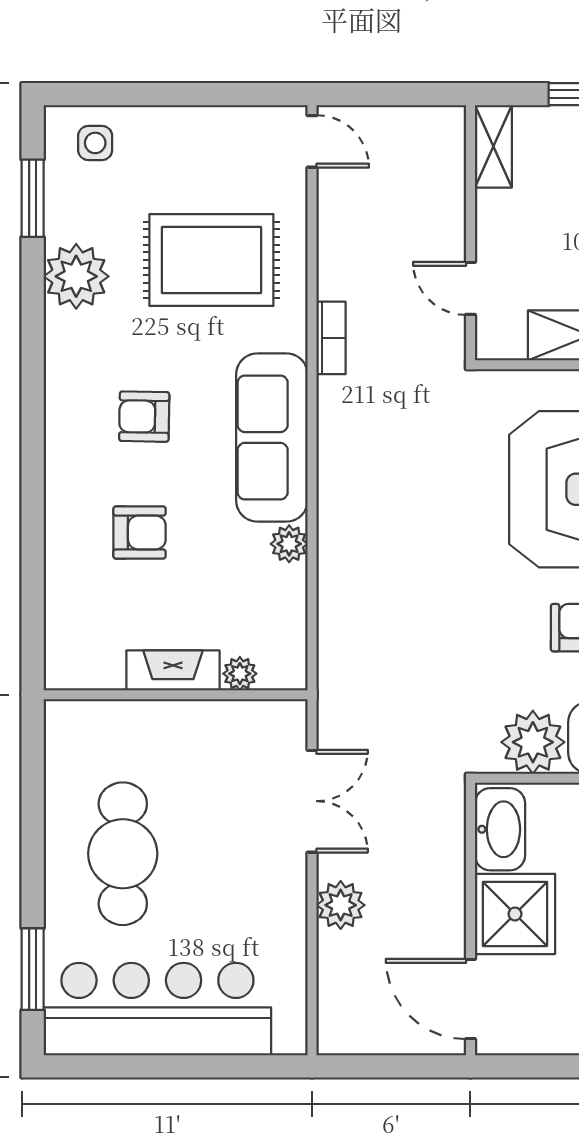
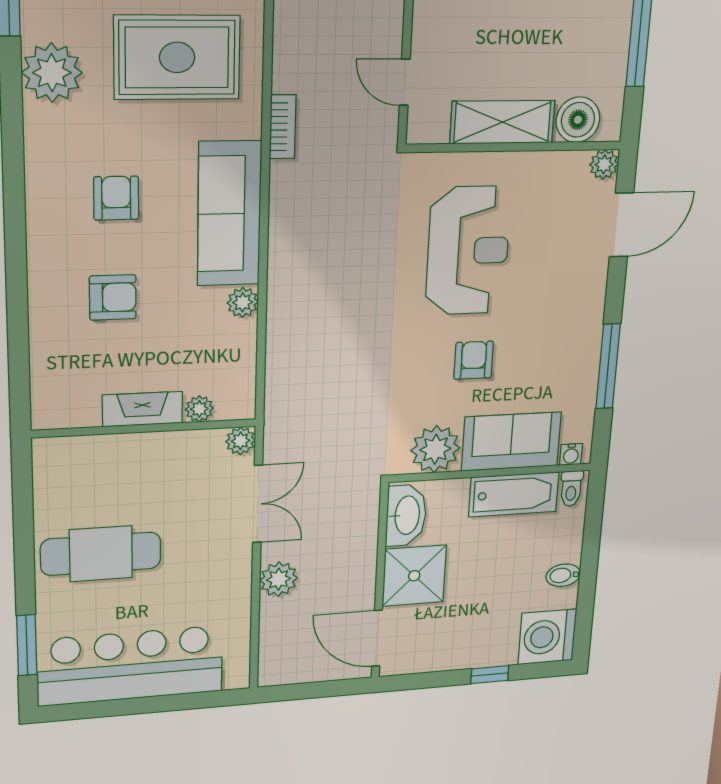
armchair: (144, 417) -> (116, 198), turned 89
plant: (290, 717) -> (241, 441), added
cafe table: (123, 854) -> (101, 554), turned 90

